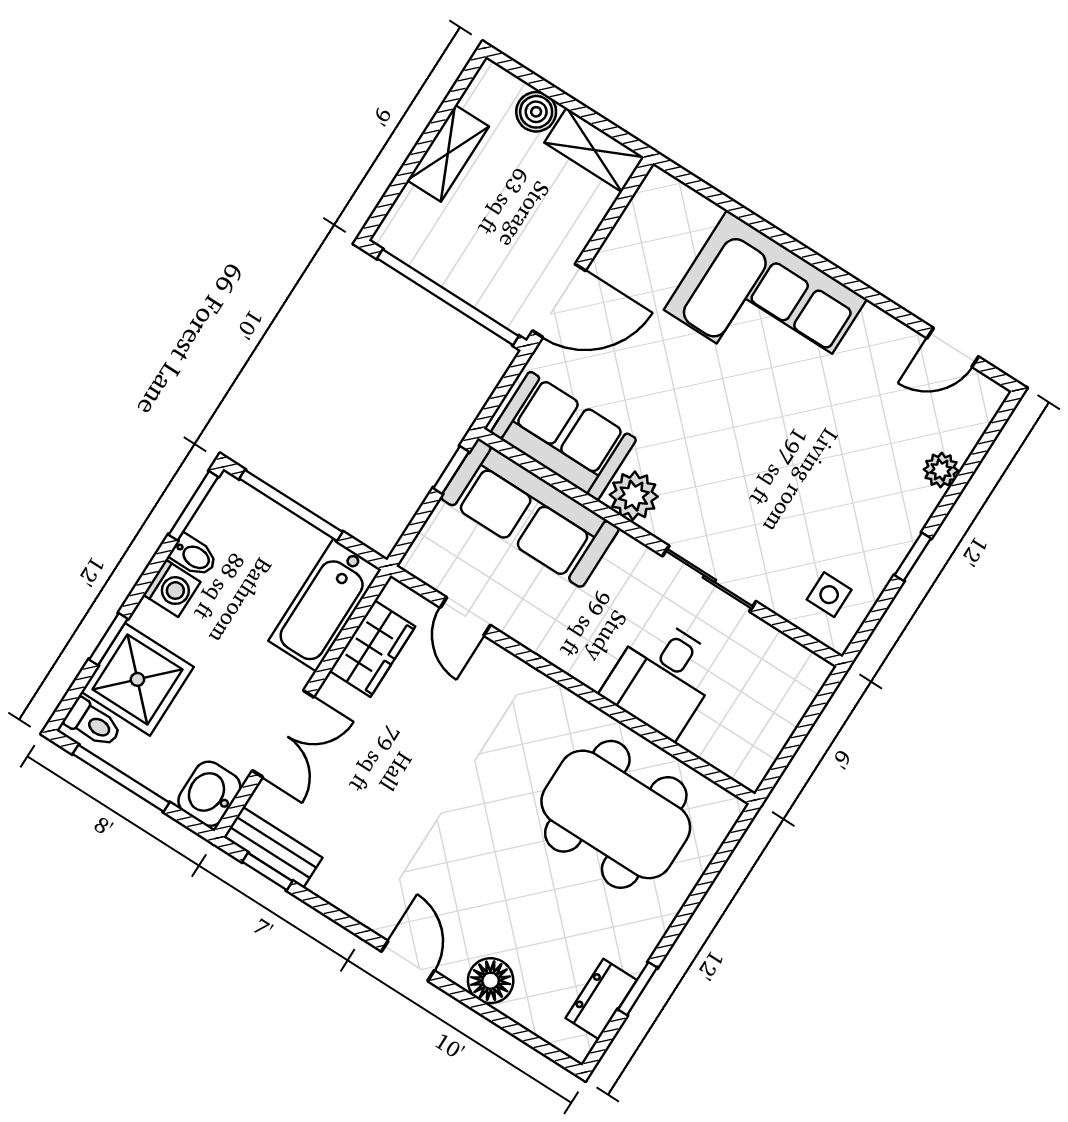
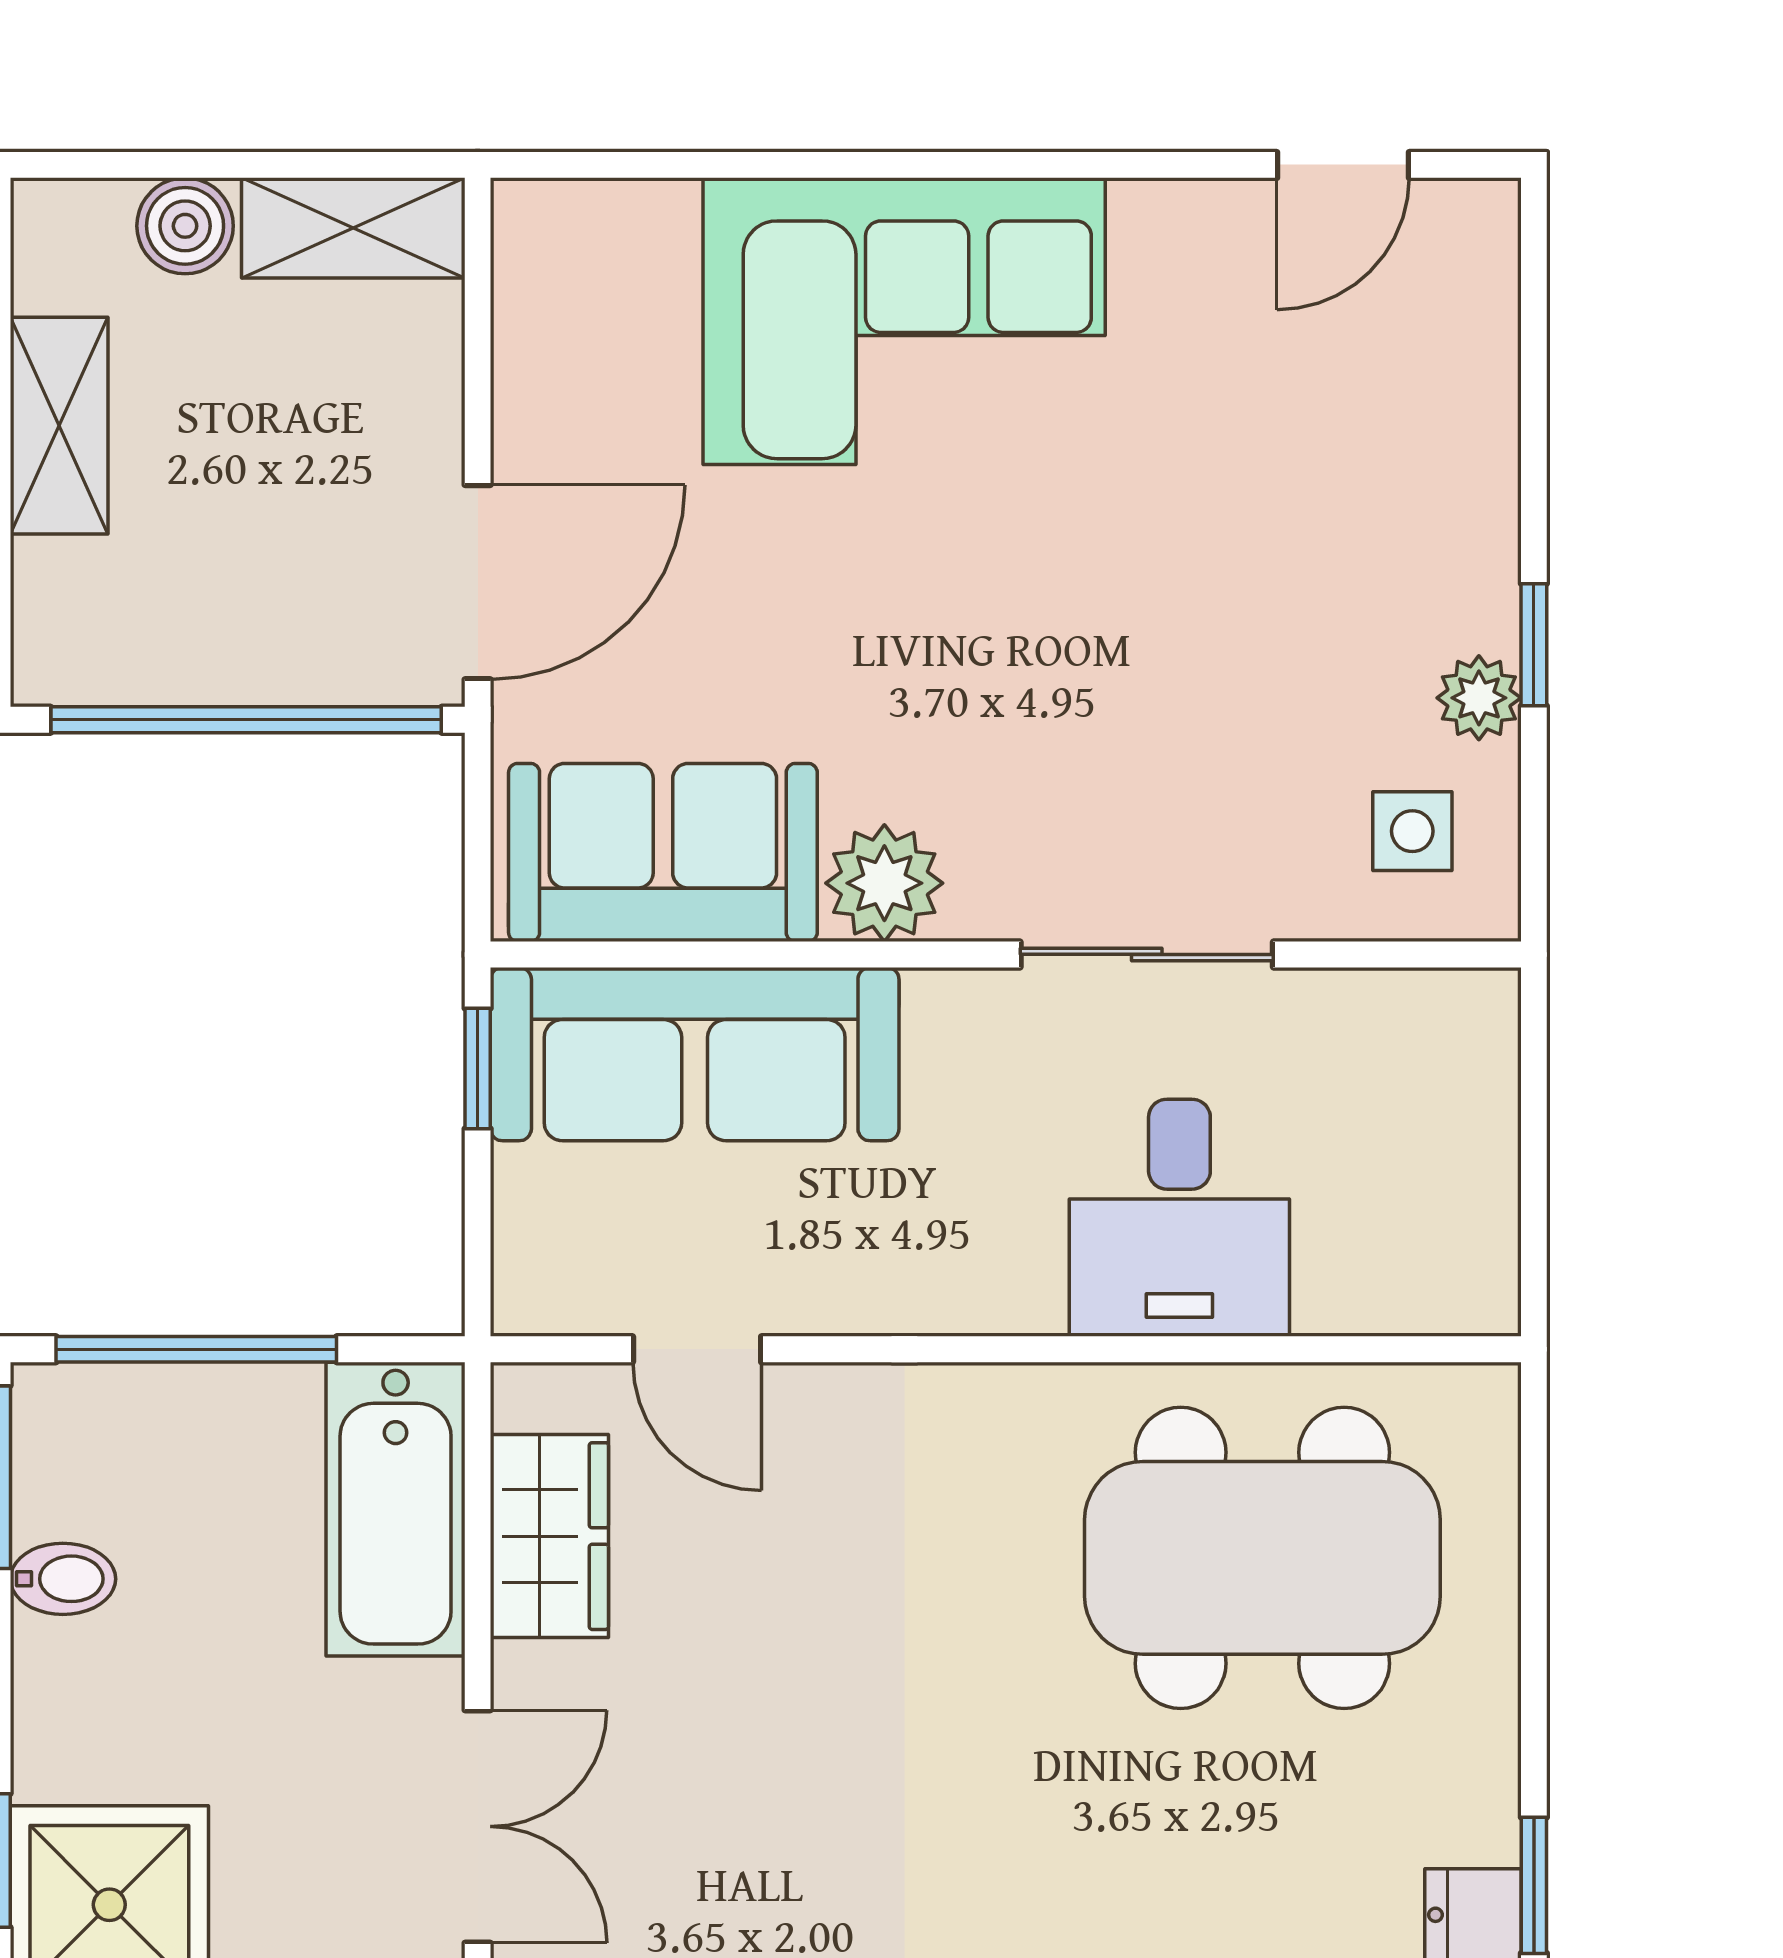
plant: (941, 470) -> (1479, 698), moved
washing machine: (172, 588) -> (61, 1674), removed

